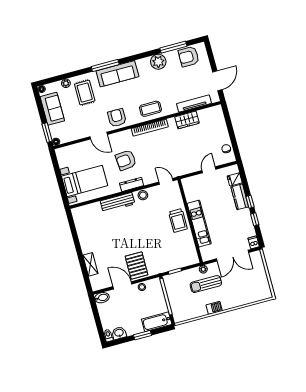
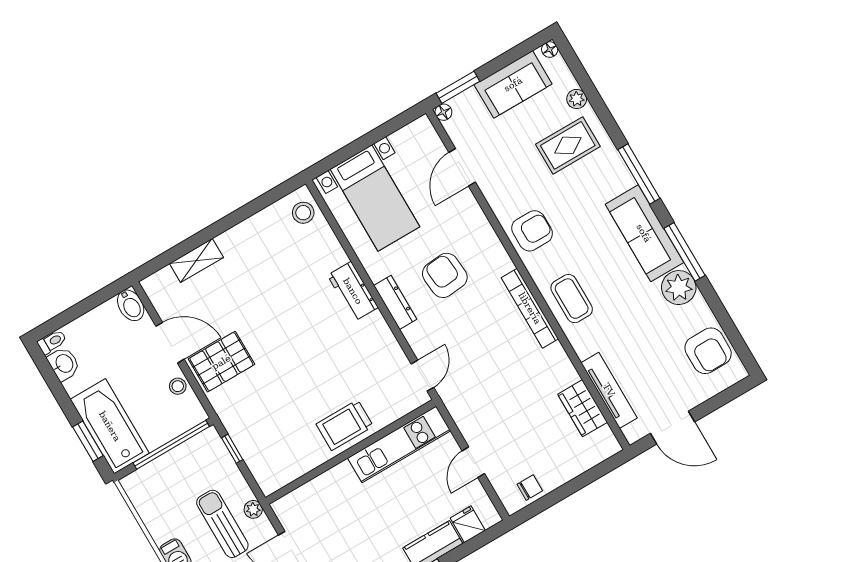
window: (173, 47) -> (685, 252), moved
armchair: (189, 57) -> (708, 351), turned 180
sofa: (117, 74) -> (644, 233), moved
wardrobe: (187, 120) -> (583, 408), moved
door: (99, 136) -> (462, 167), moved
door: (209, 170) -> (473, 462), swing flipped
stool: (143, 195) -> (303, 213), moved
workbench: (118, 202) -> (353, 291), width x0.73
kitchen unit: (199, 224) -> (399, 444), moved
door: (122, 285) -> (170, 343), hinge flipped
bathtub: (157, 322) -> (110, 426), width x1.36, depth x1.36
window: (142, 335) -> (88, 441), moved

